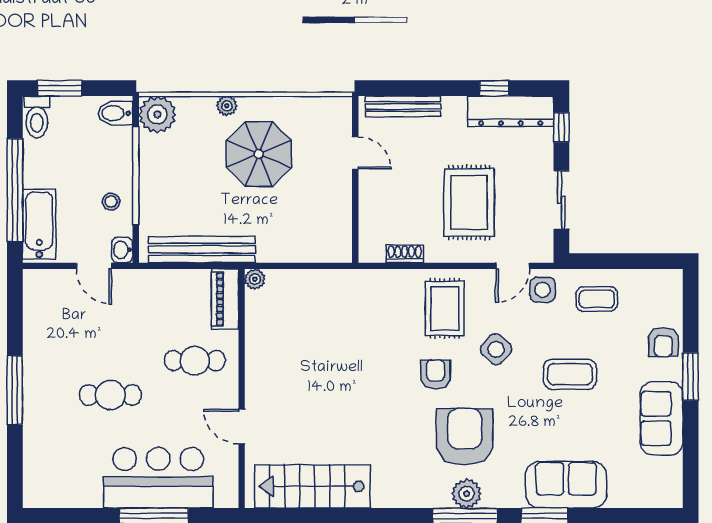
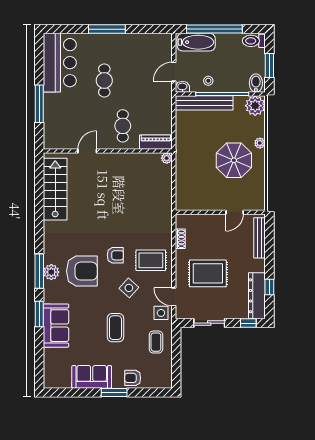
window: (60, 88) -> (269, 66), moved
bench: (202, 249) -> (204, 103), moved, turned 90
bar counter: (158, 478) -> (60, 63), moved

